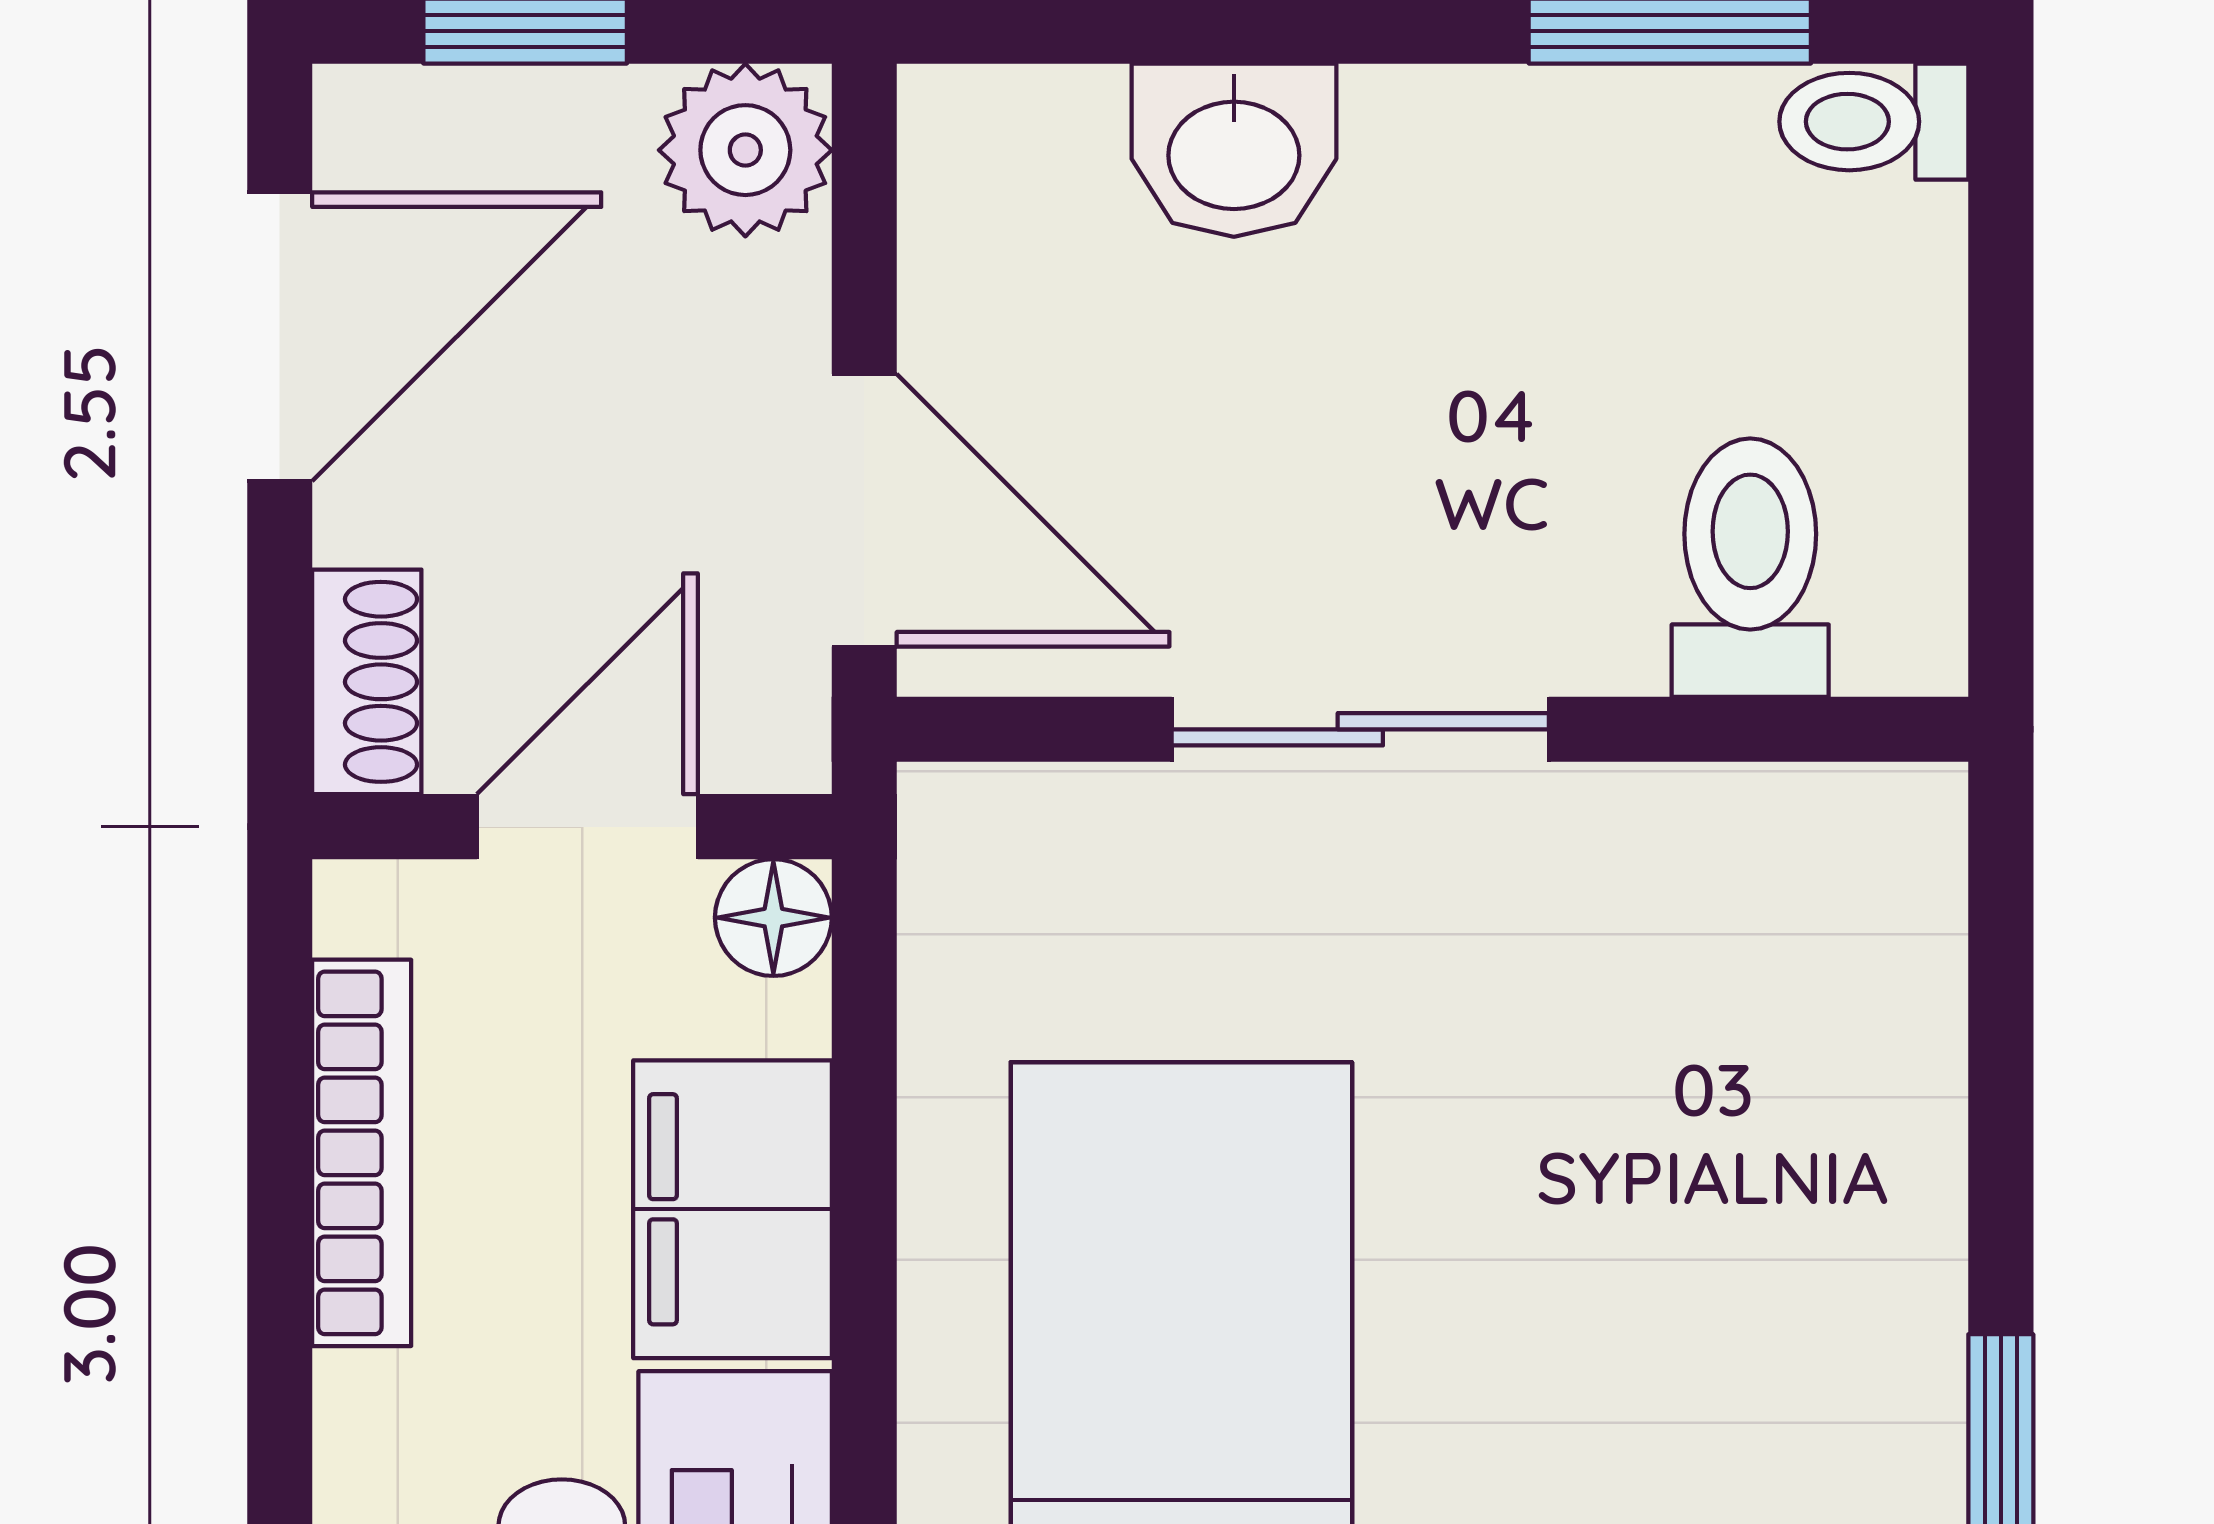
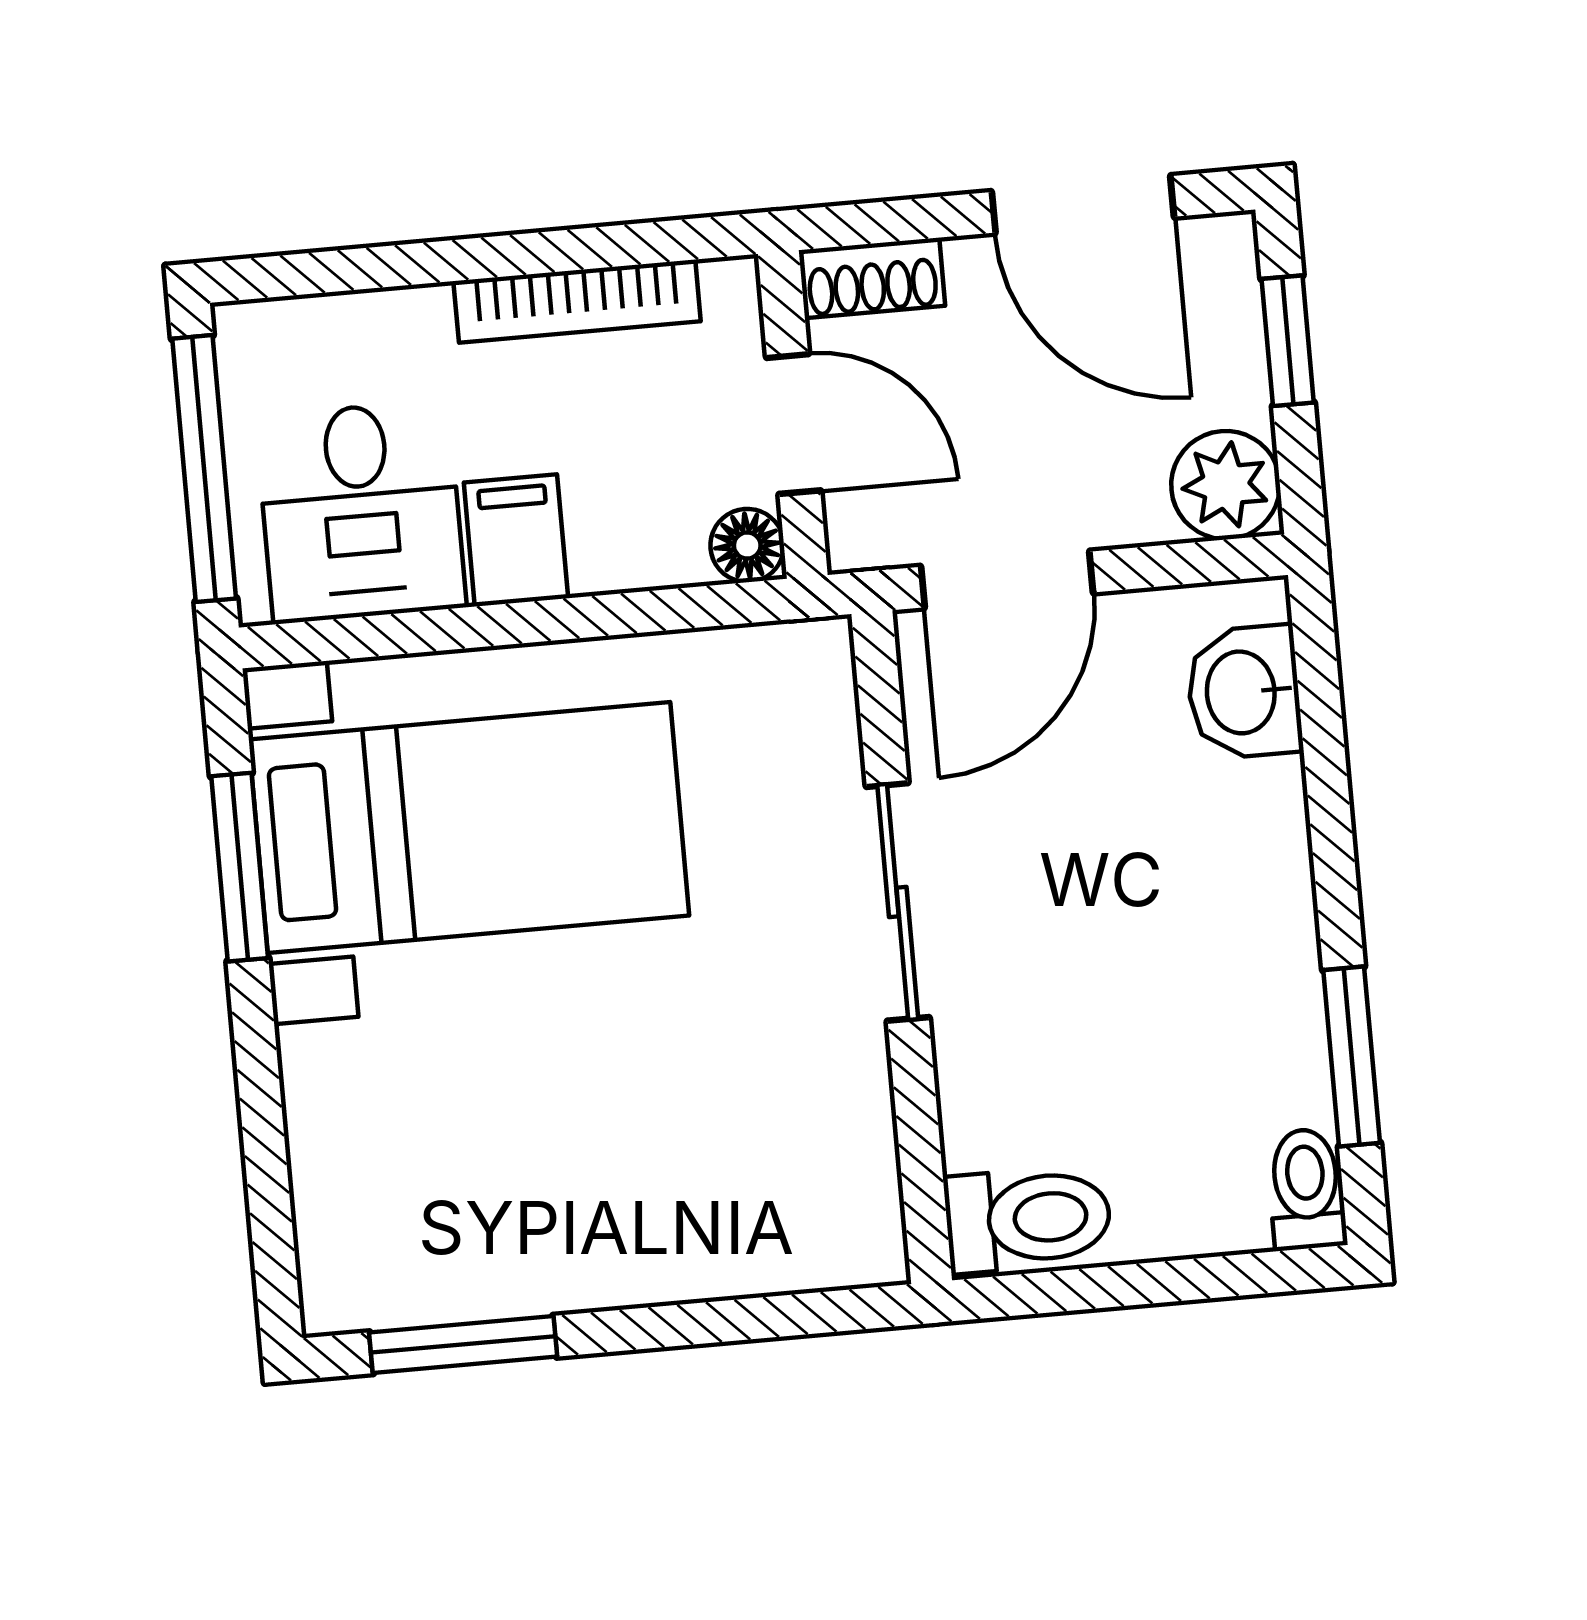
washbasin: (1234, 150) -> (1244, 692), moved
toilet: (1750, 568) -> (1028, 1219), moved
filing cabinet: (732, 1209) -> (516, 540), width x0.50

